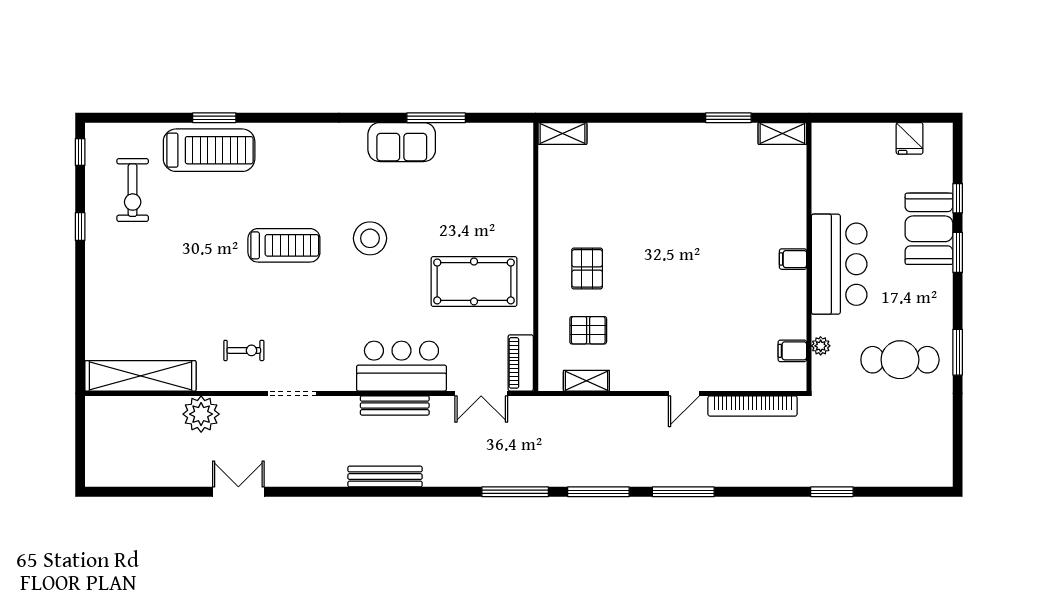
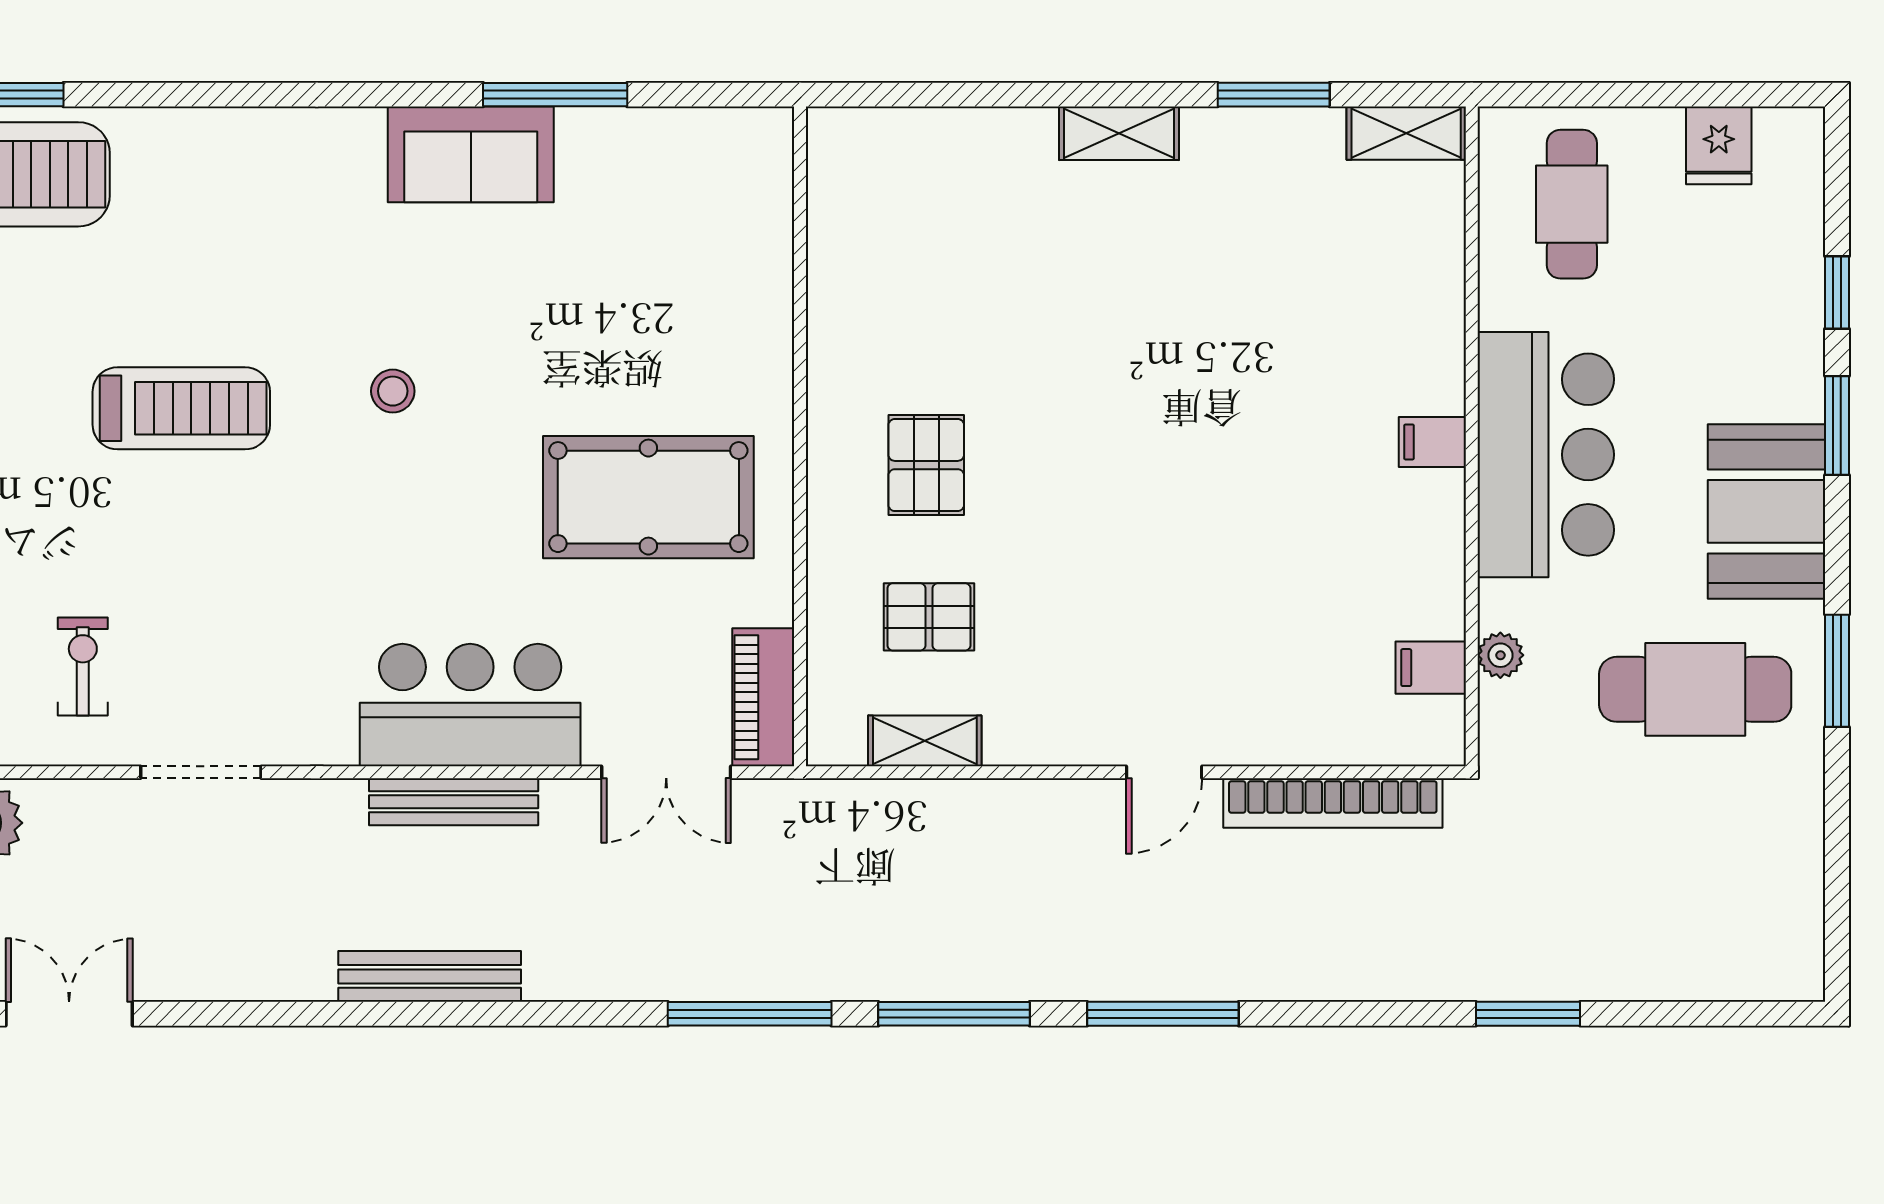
shelving: (562, 133) -> (1119, 133), moved
cafe table: (850, 162) -> (1572, 204), added
booth: (929, 229) -> (1767, 511), moved
stool: (370, 238) -> (393, 391), width x0.53, depth x0.53
exercise bike: (244, 350) -> (83, 667), turned -90

